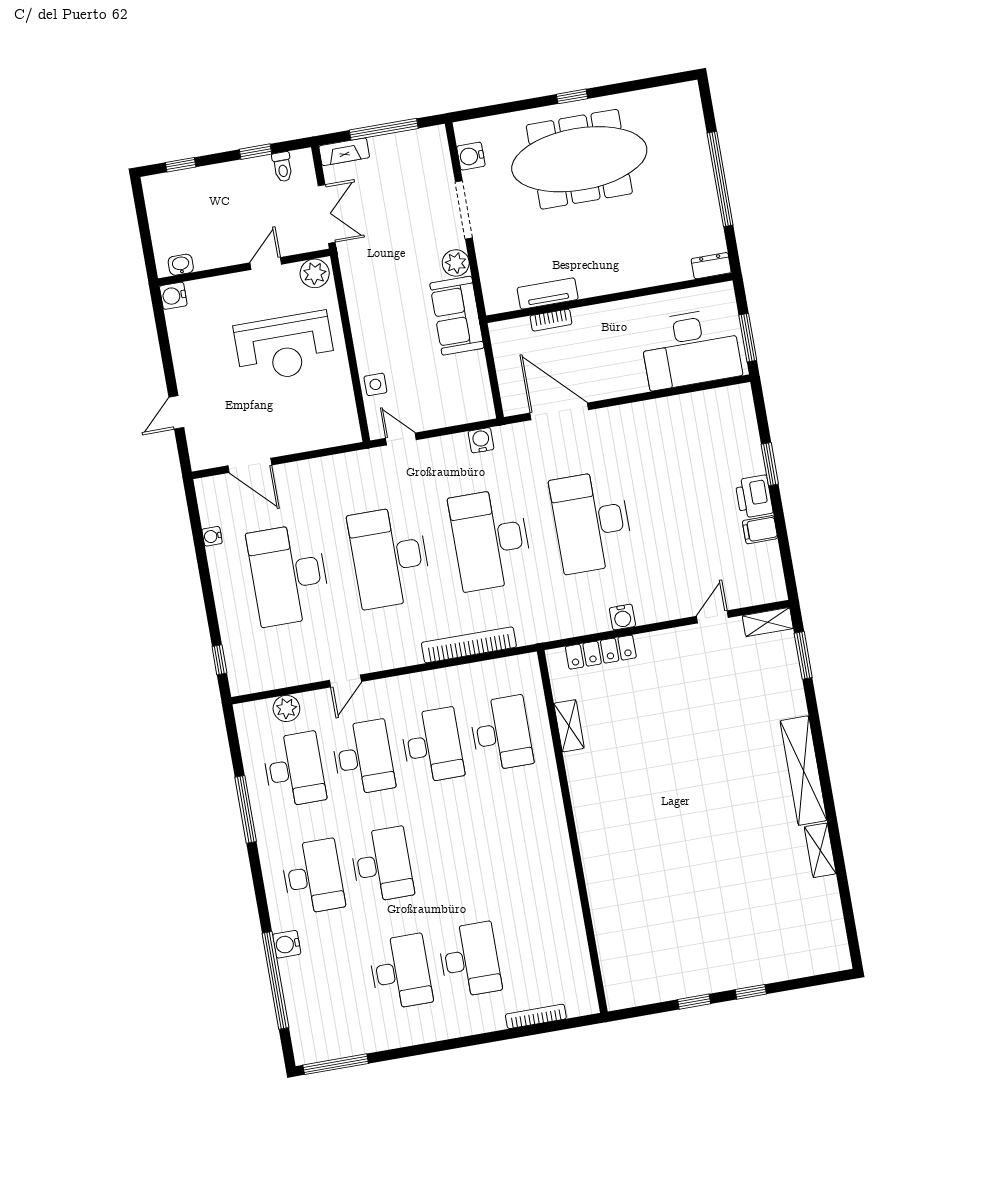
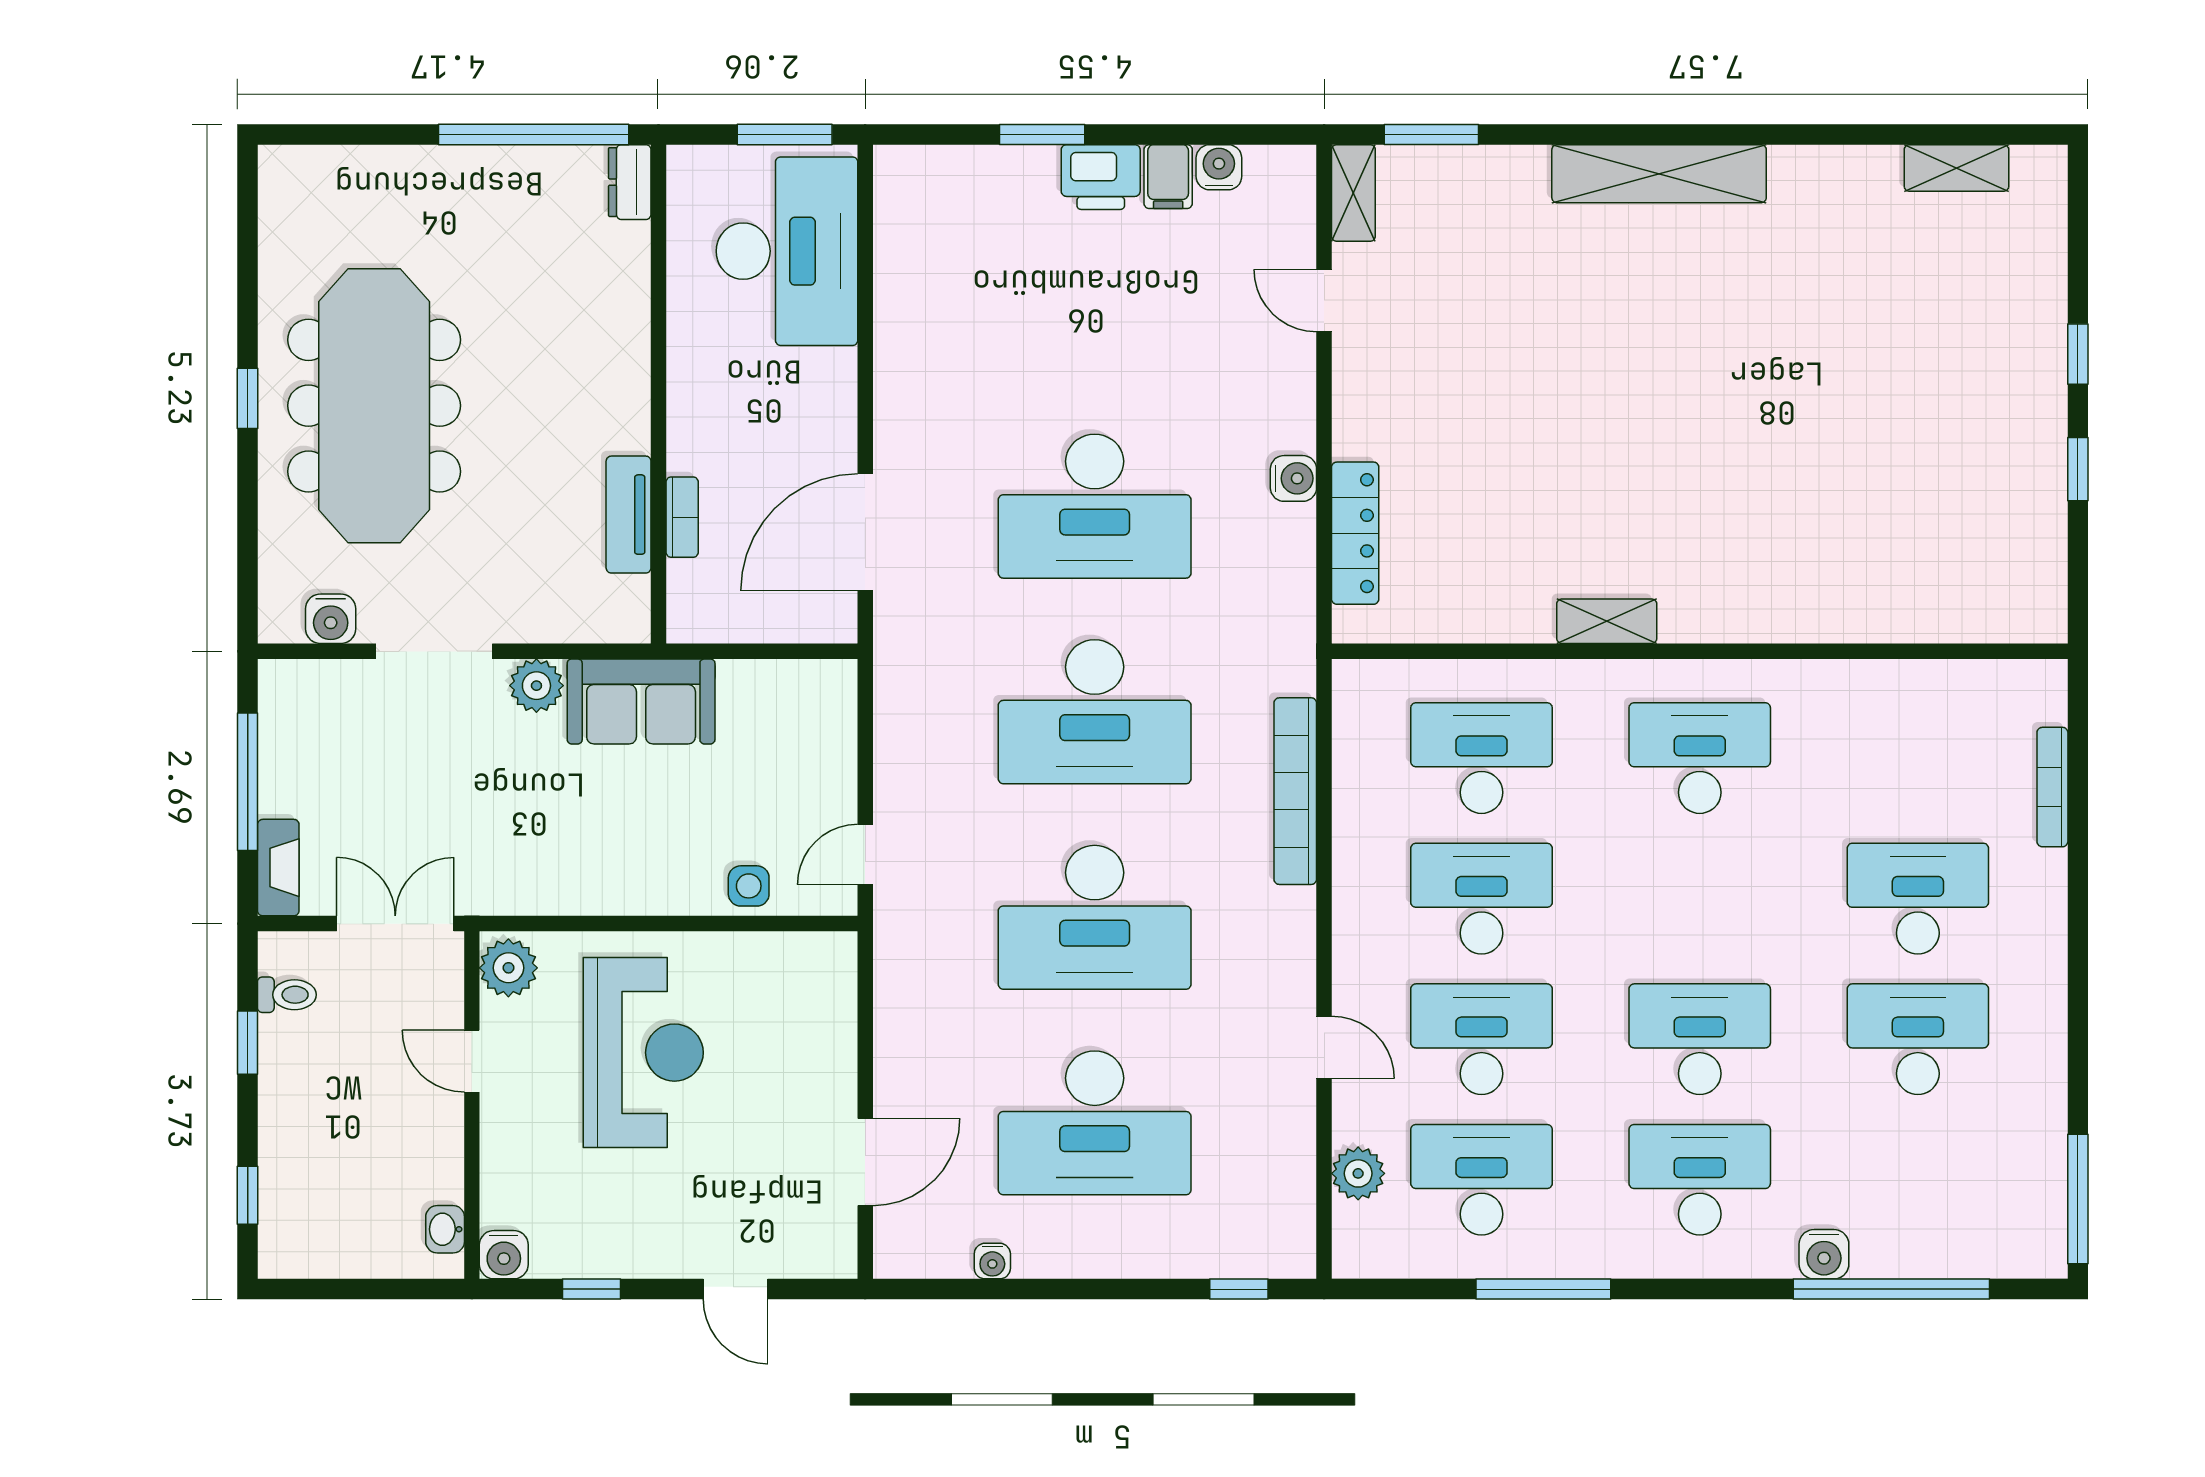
window: (720, 179) -> (534, 134), moved
window: (164, 342) -> (592, 1289), added
water cooler: (481, 440) -> (1219, 167), moved, turned 90
shelving: (569, 726) -> (1607, 621), moved
desk: (520, 841) -> (1700, 758), added
shelving: (820, 850) -> (1956, 168), moved

